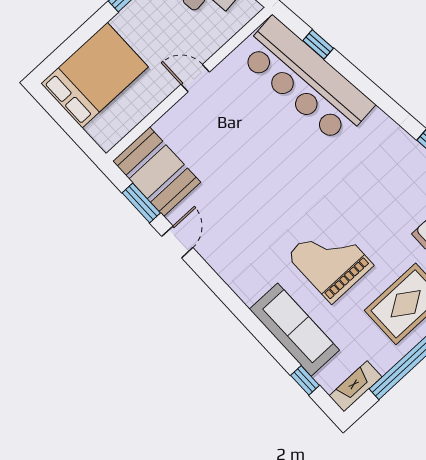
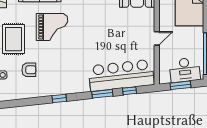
window: (363, 83) -> (102, 94), added

